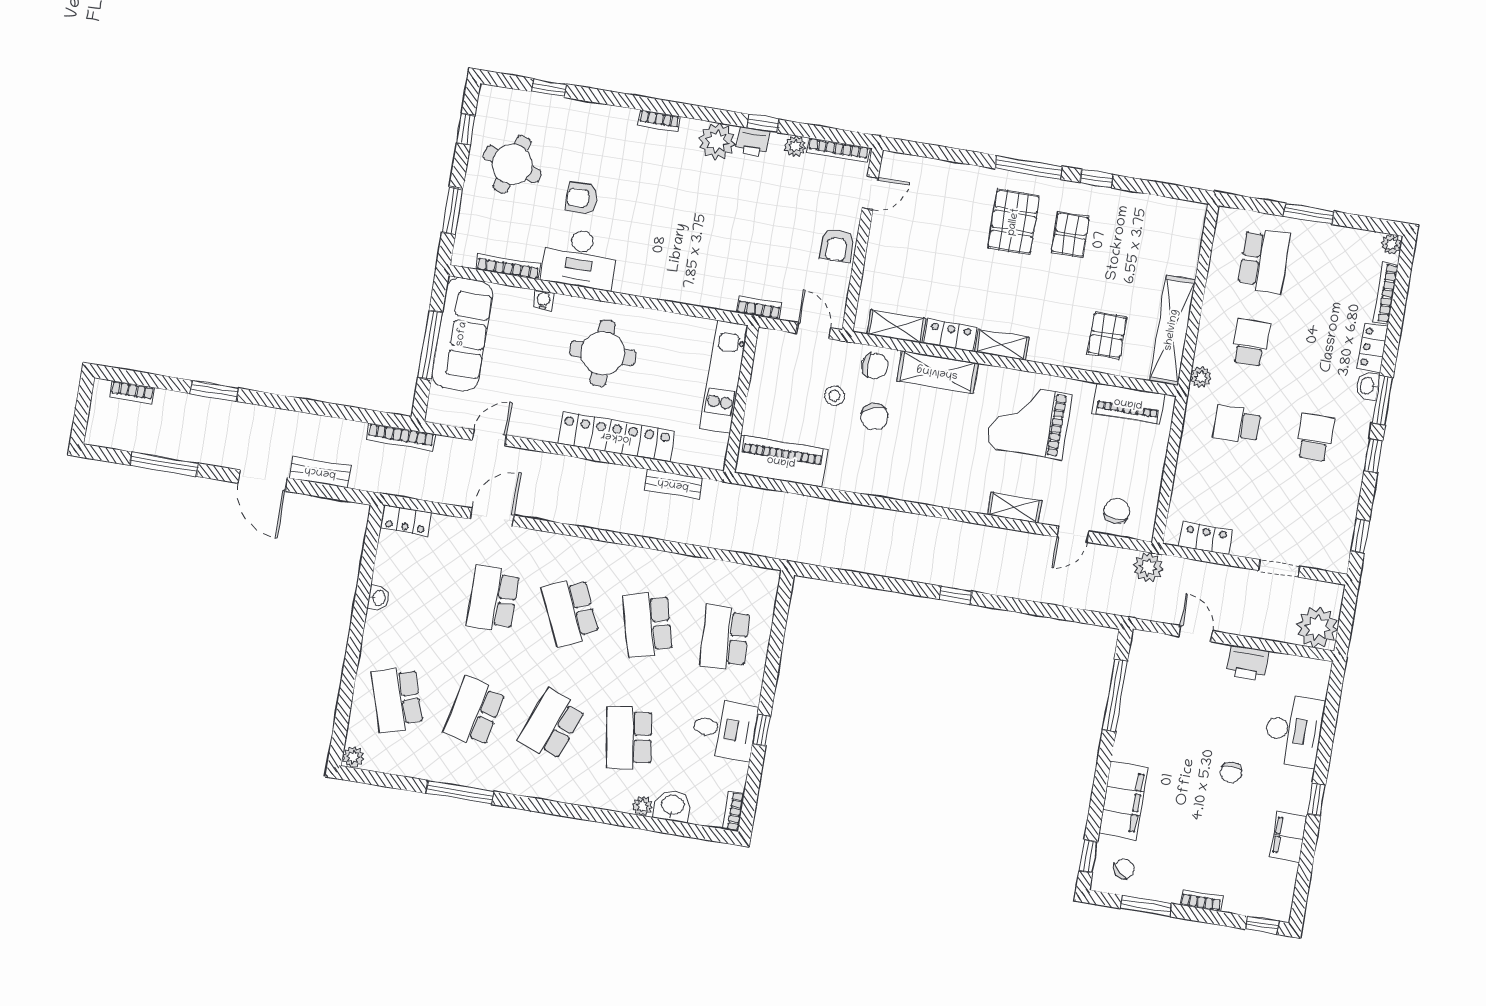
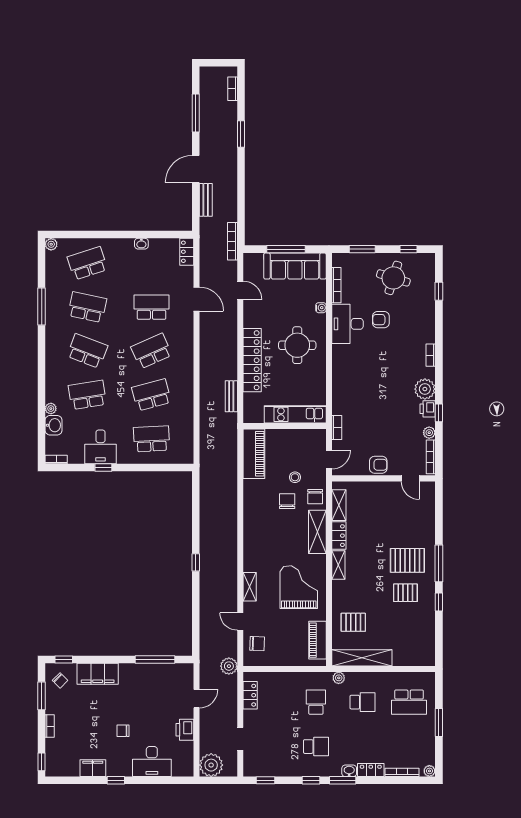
armchair: (582, 198) -> (381, 320), turned -90
armchair: (837, 245) -> (378, 465), turned 180
chair: (875, 417) -> (287, 501), turned 109

